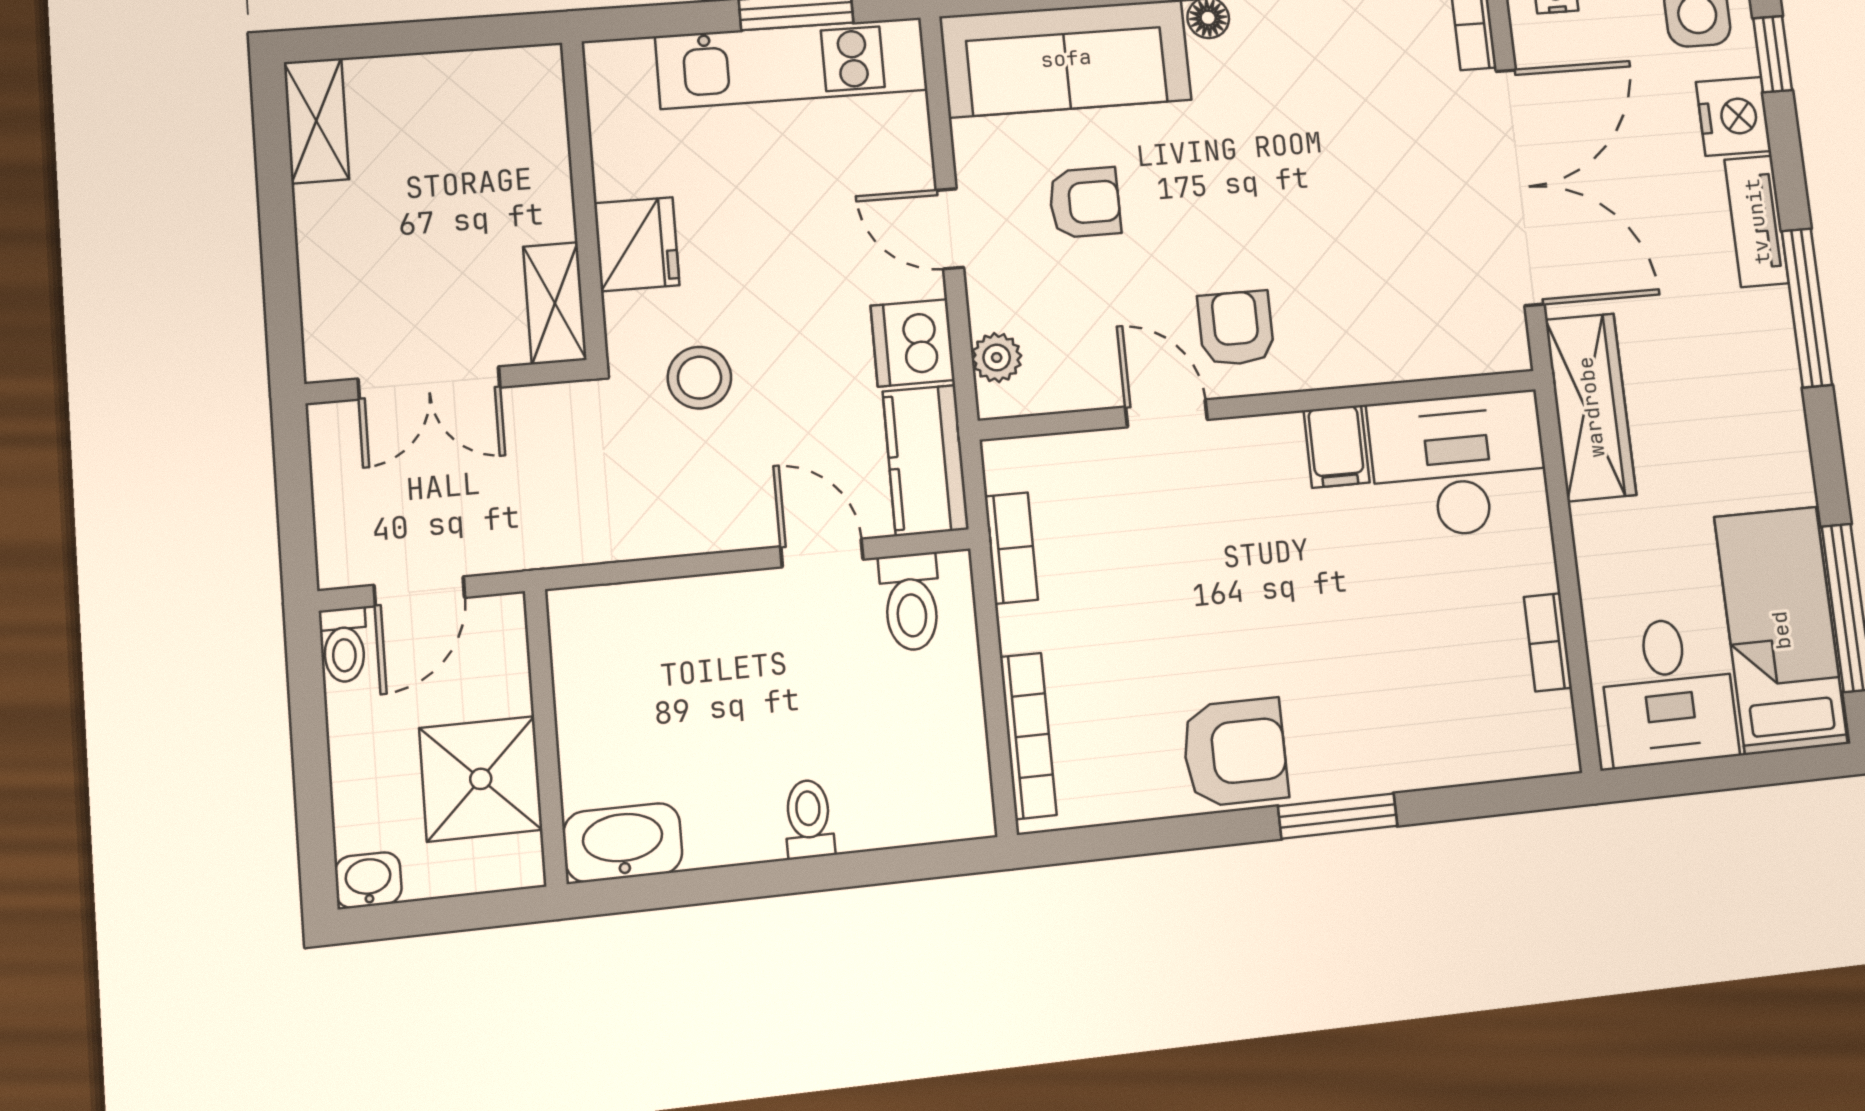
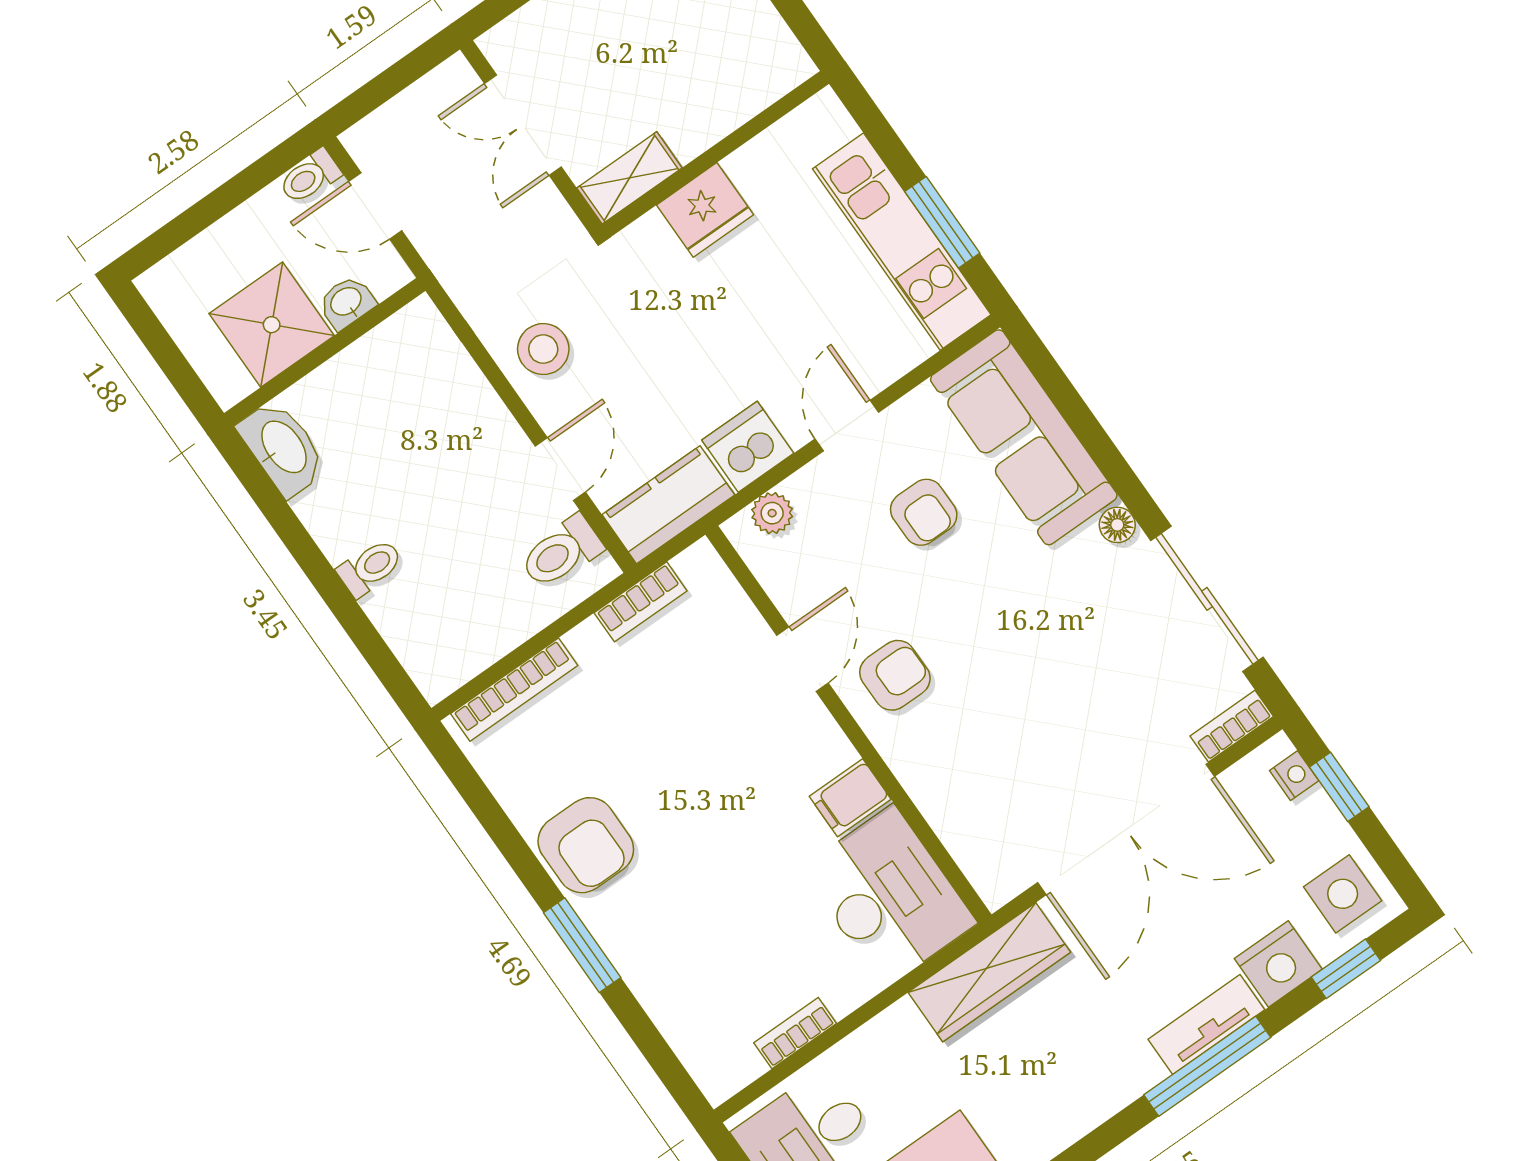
window: (1807, 308) -> (1207, 1066), moved
stool: (699, 378) -> (543, 349), moved
washbasin: (368, 880) -> (347, 302), moved, turned -90

